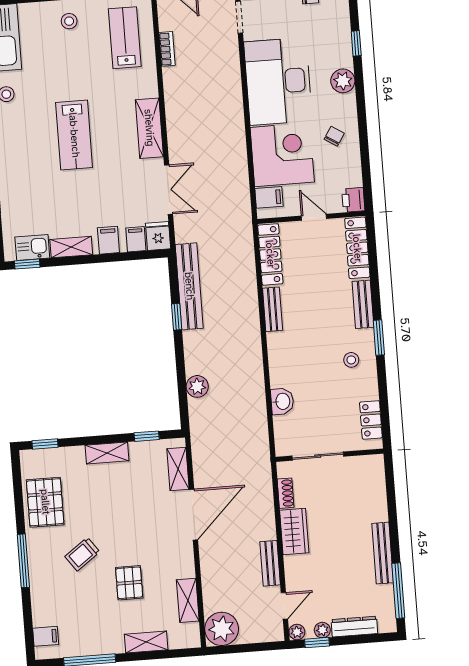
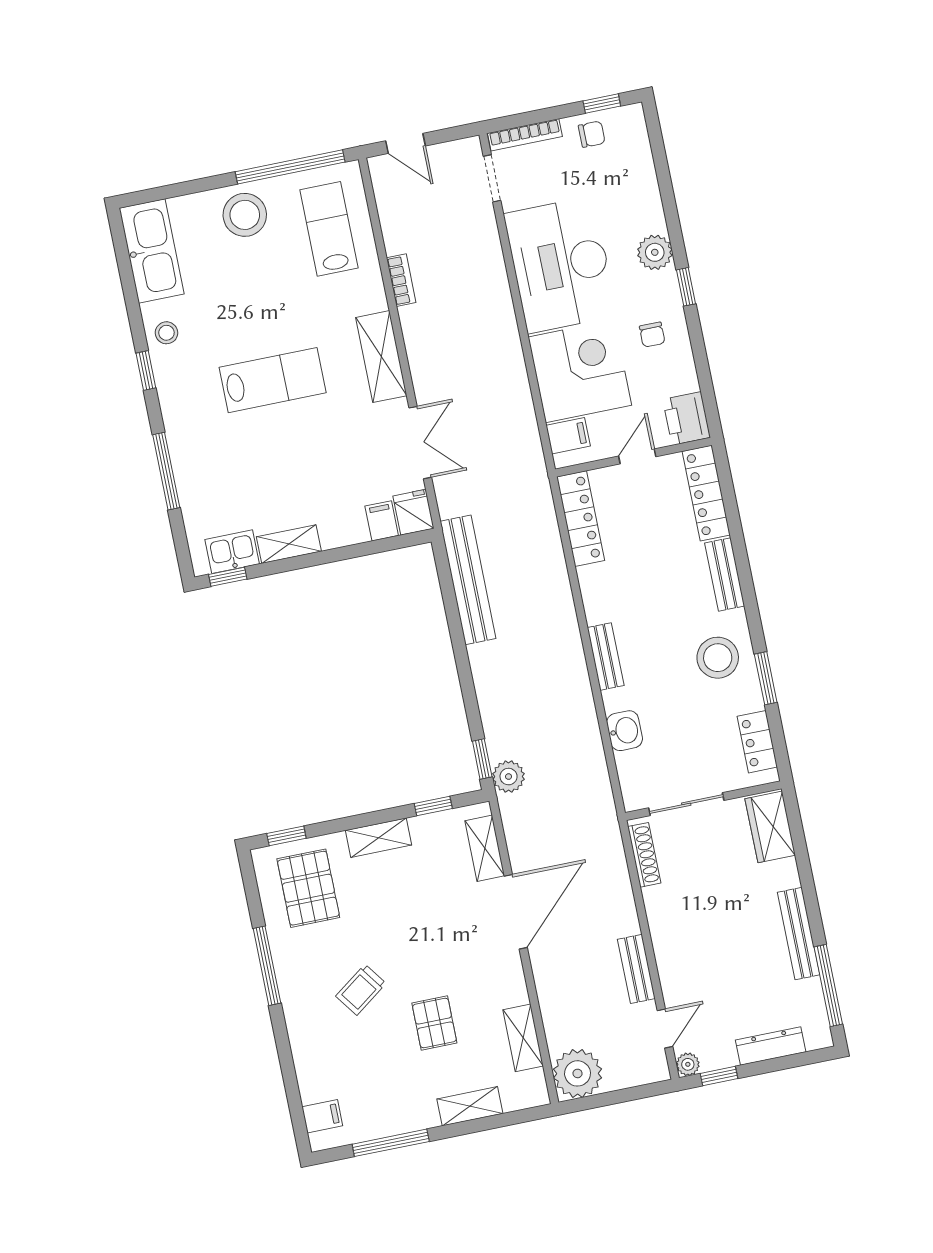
stool: (69, 21) -> (245, 215), width x1.89, depth x1.89
window: (356, 43) -> (686, 287), moved
bookcase: (167, 49) -> (401, 280), moved
lab bench: (74, 135) -> (273, 380), turned -90
chair: (334, 136) -> (652, 335), turned 148
printer: (353, 200) -> (687, 418), width x1.36, depth x1.24
door: (314, 217) -> (637, 456), hinge flipped
filing cabinet: (108, 240) -> (342, 527), removed
bench: (273, 309) -> (606, 657), moved
window: (177, 317) -> (482, 759), moved
window: (379, 338) -> (766, 678), moved
stool: (351, 360) -> (718, 658), width x1.89, depth x1.89
plant: (197, 386) -> (509, 777), moved
shoe rack: (286, 493) -> (644, 855), width x1.43
pallet: (45, 502) -> (308, 888), moved
wardrobe: (294, 531) -> (770, 827), moved, turned 180
window: (23, 561) -> (267, 966), moved
plant: (322, 630) -> (725, 1057), removed

